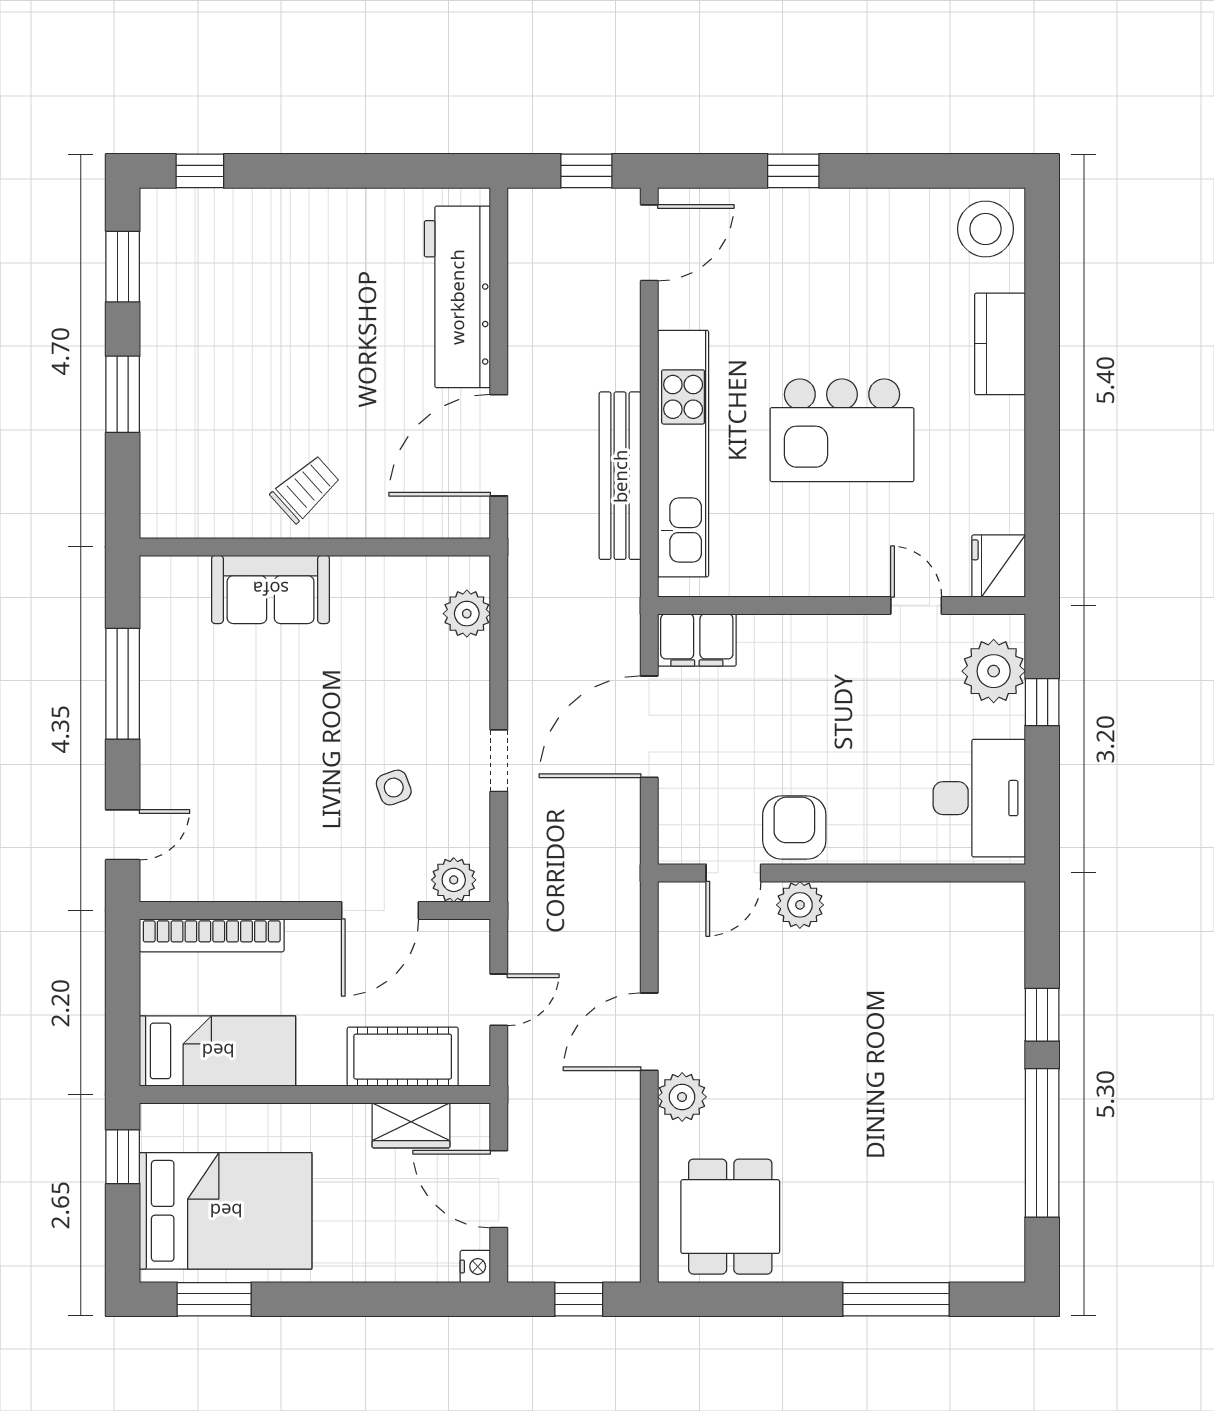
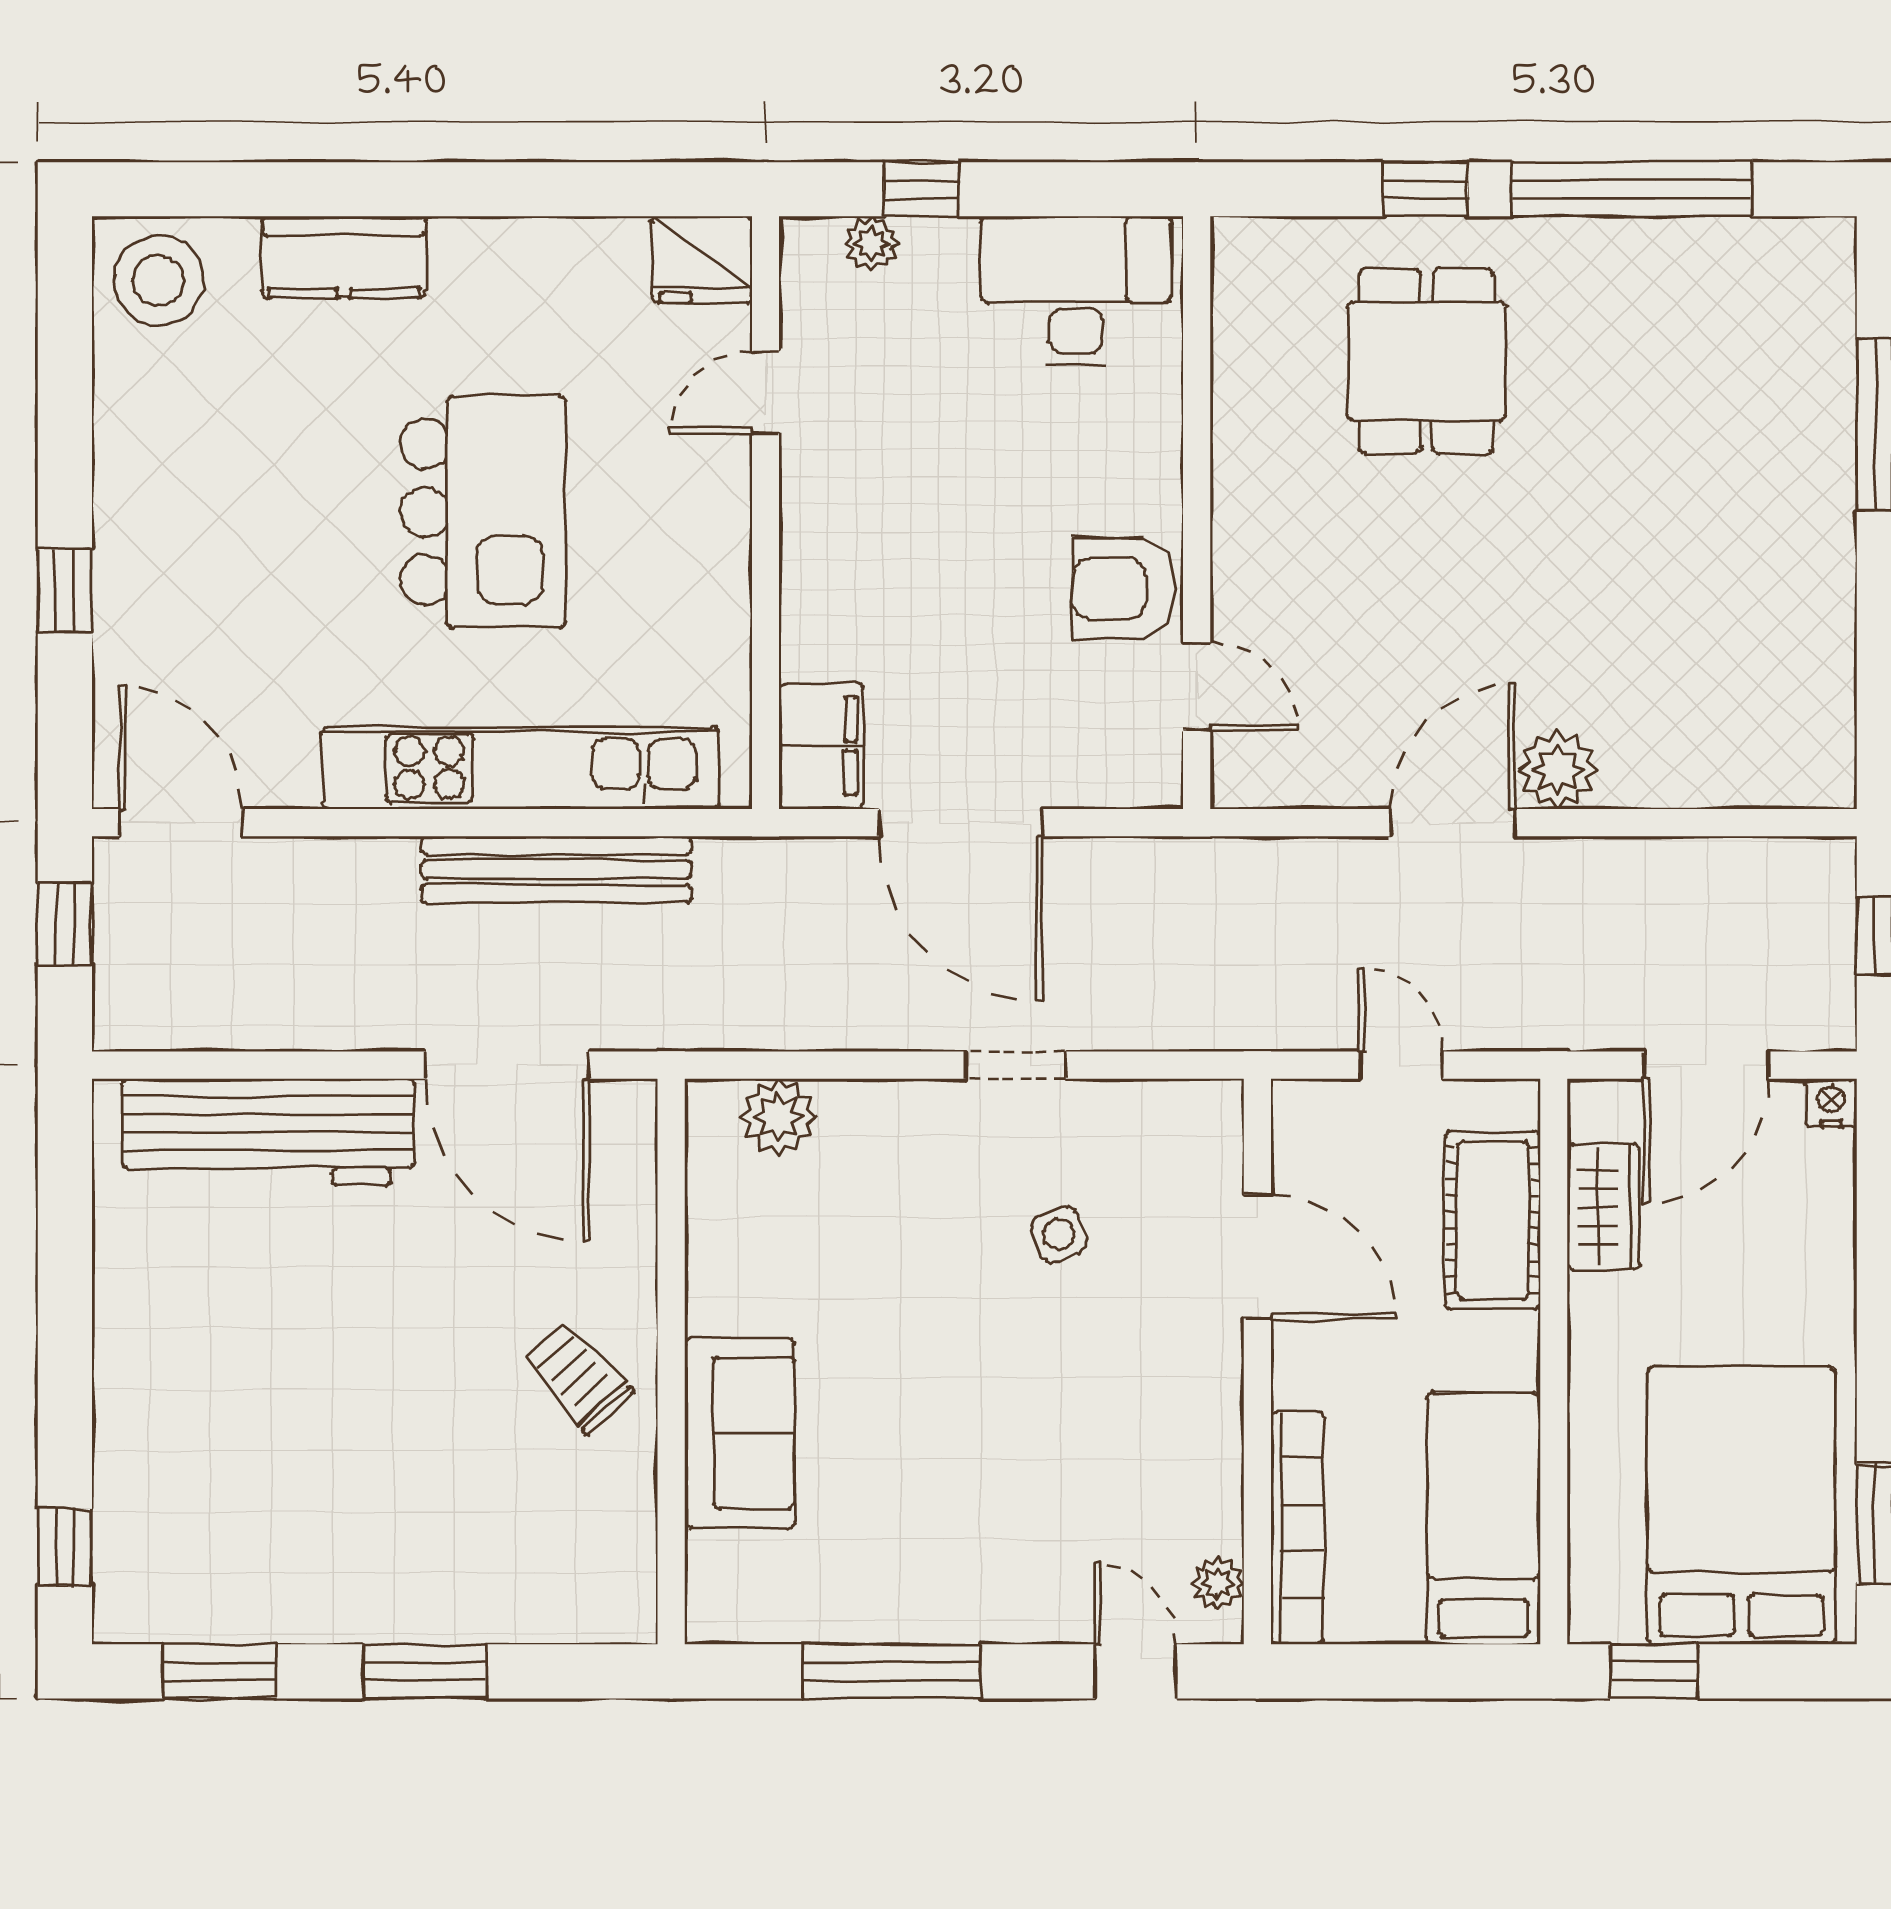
plant: (994, 671) -> (871, 244), width x0.53, depth x0.53
plant: (454, 880) -> (1218, 1583), moved, width x0.73, depth x0.73
plant: (800, 905) -> (1248, 580), removed
door: (649, 1032) -> (1453, 823), swing flipped
dining table: (730, 1217) -> (1427, 361), moved, turned 90

